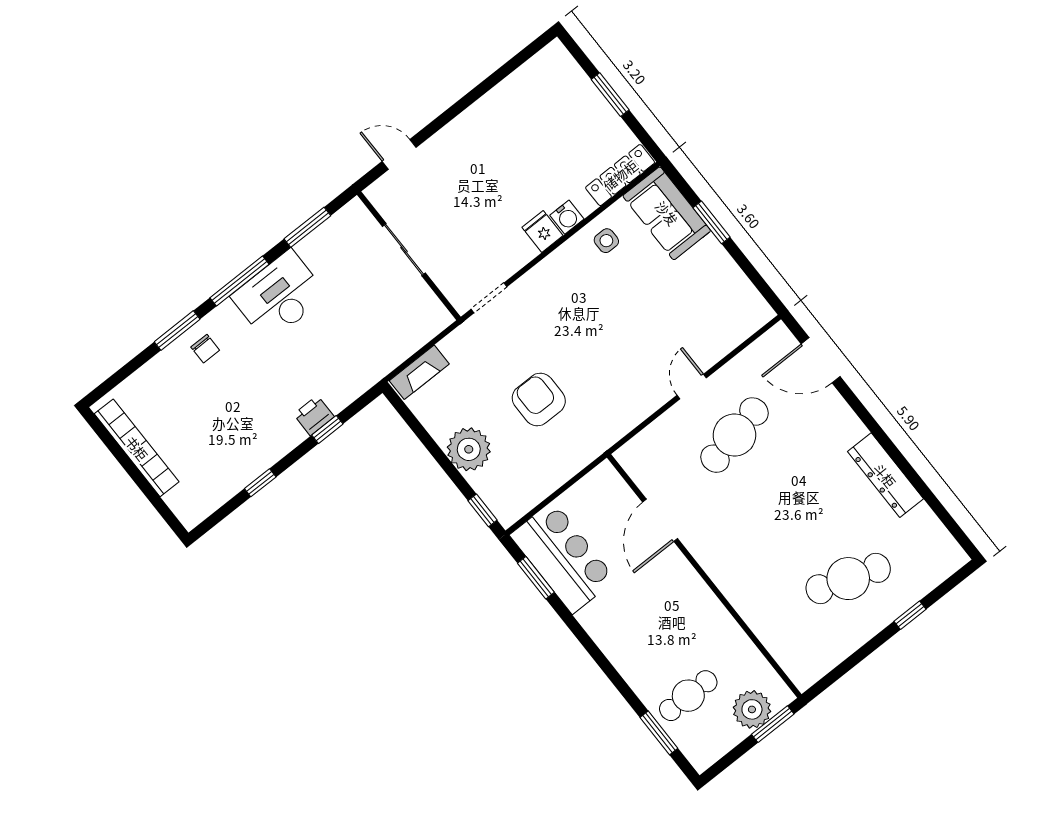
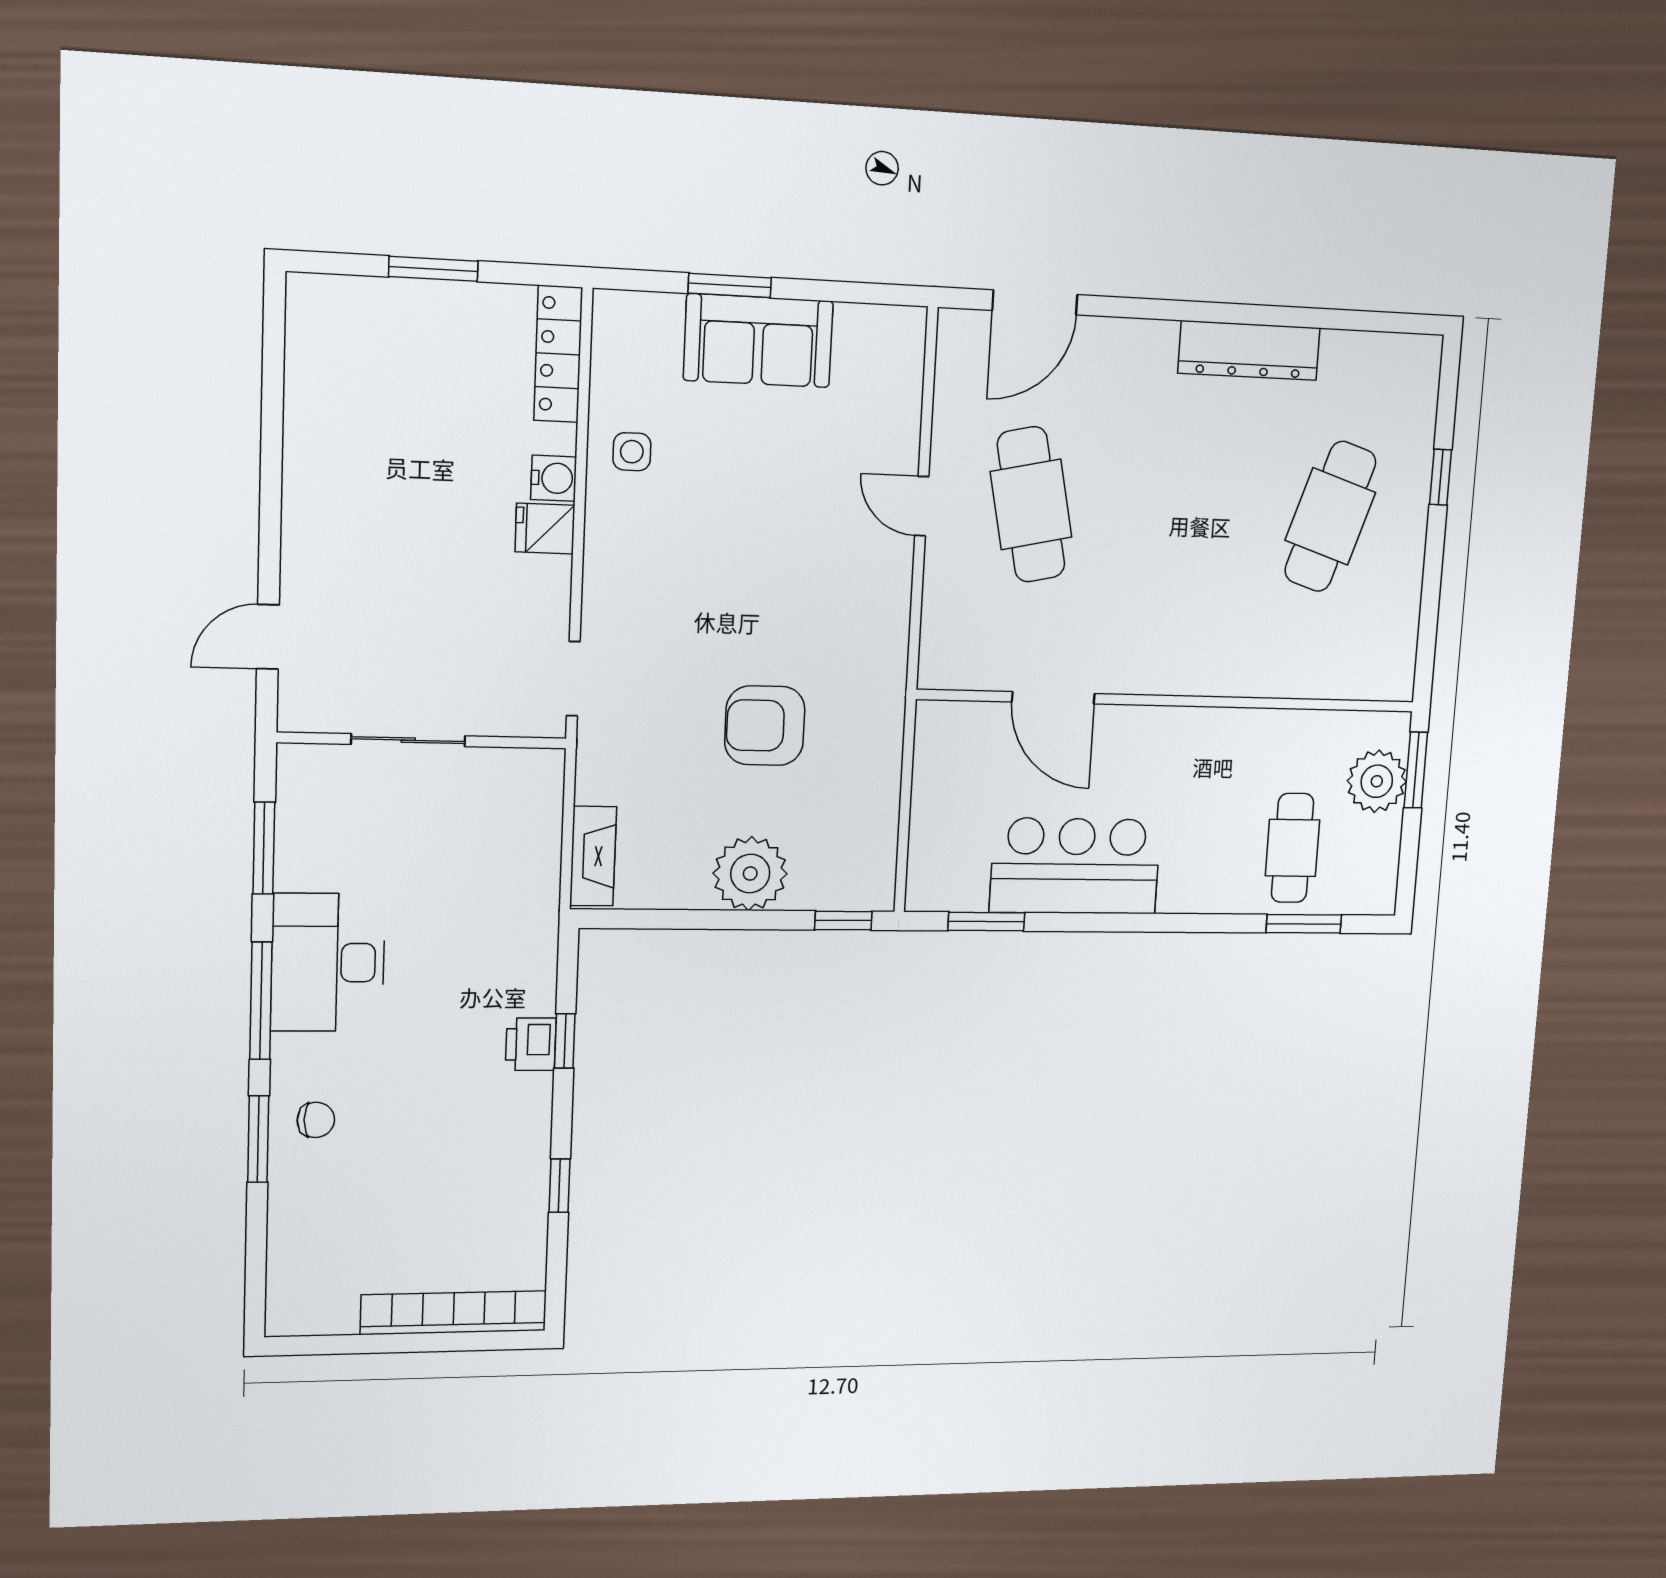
sofa: (667, 213) -> (758, 341), moved
bookcase: (137, 448) -> (454, 1313), moved
bar counter: (563, 557) -> (1075, 866), moved

